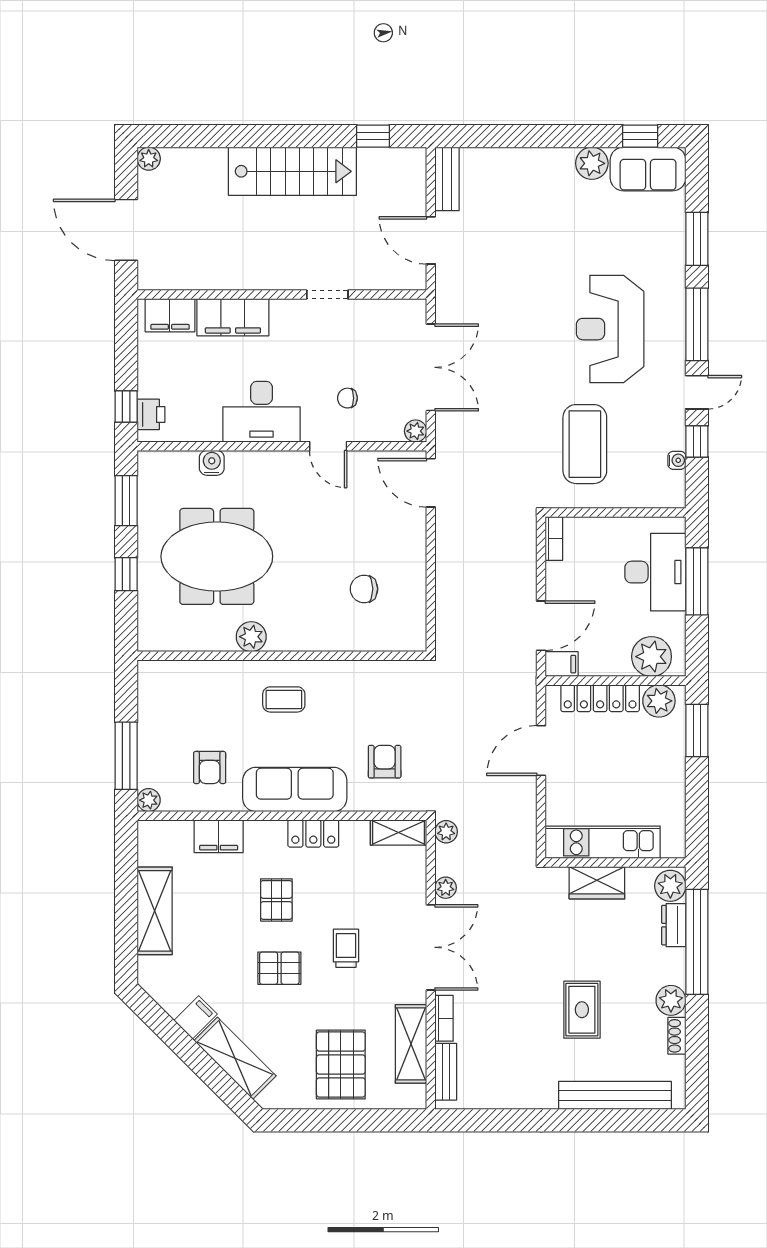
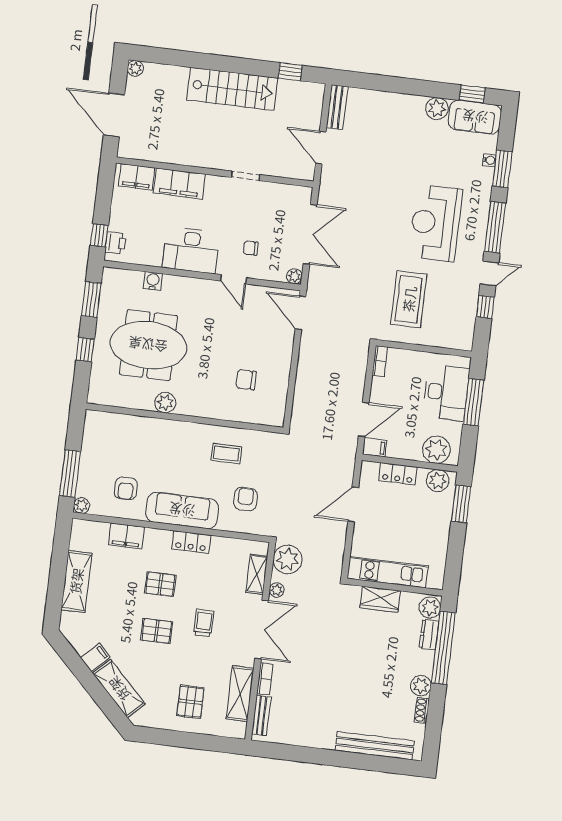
water cooler: (677, 460) -> (489, 160), moved
locker: (600, 698) -> (398, 474), width x0.66
coffee table: (284, 699) -> (226, 454), moved
plant: (446, 832) -> (288, 559), width x1.87, depth x1.87
shelving: (399, 833) -> (257, 574), moved, turned 90
pallet: (276, 900) -> (160, 584), turned 90
rug: (582, 1010) -> (359, 685), removed
pallet: (341, 1065) -> (190, 702), width x0.67, depth x0.71

